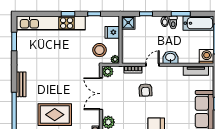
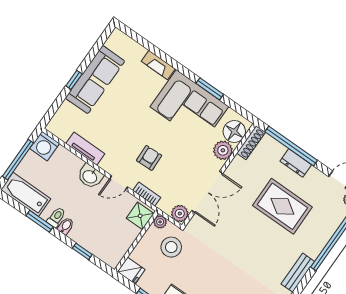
shower: (128, 23) -> (140, 216), moved
fridge: (112, 32) -> (131, 271), moved
tv unit: (196, 71) -> (85, 149), moved

